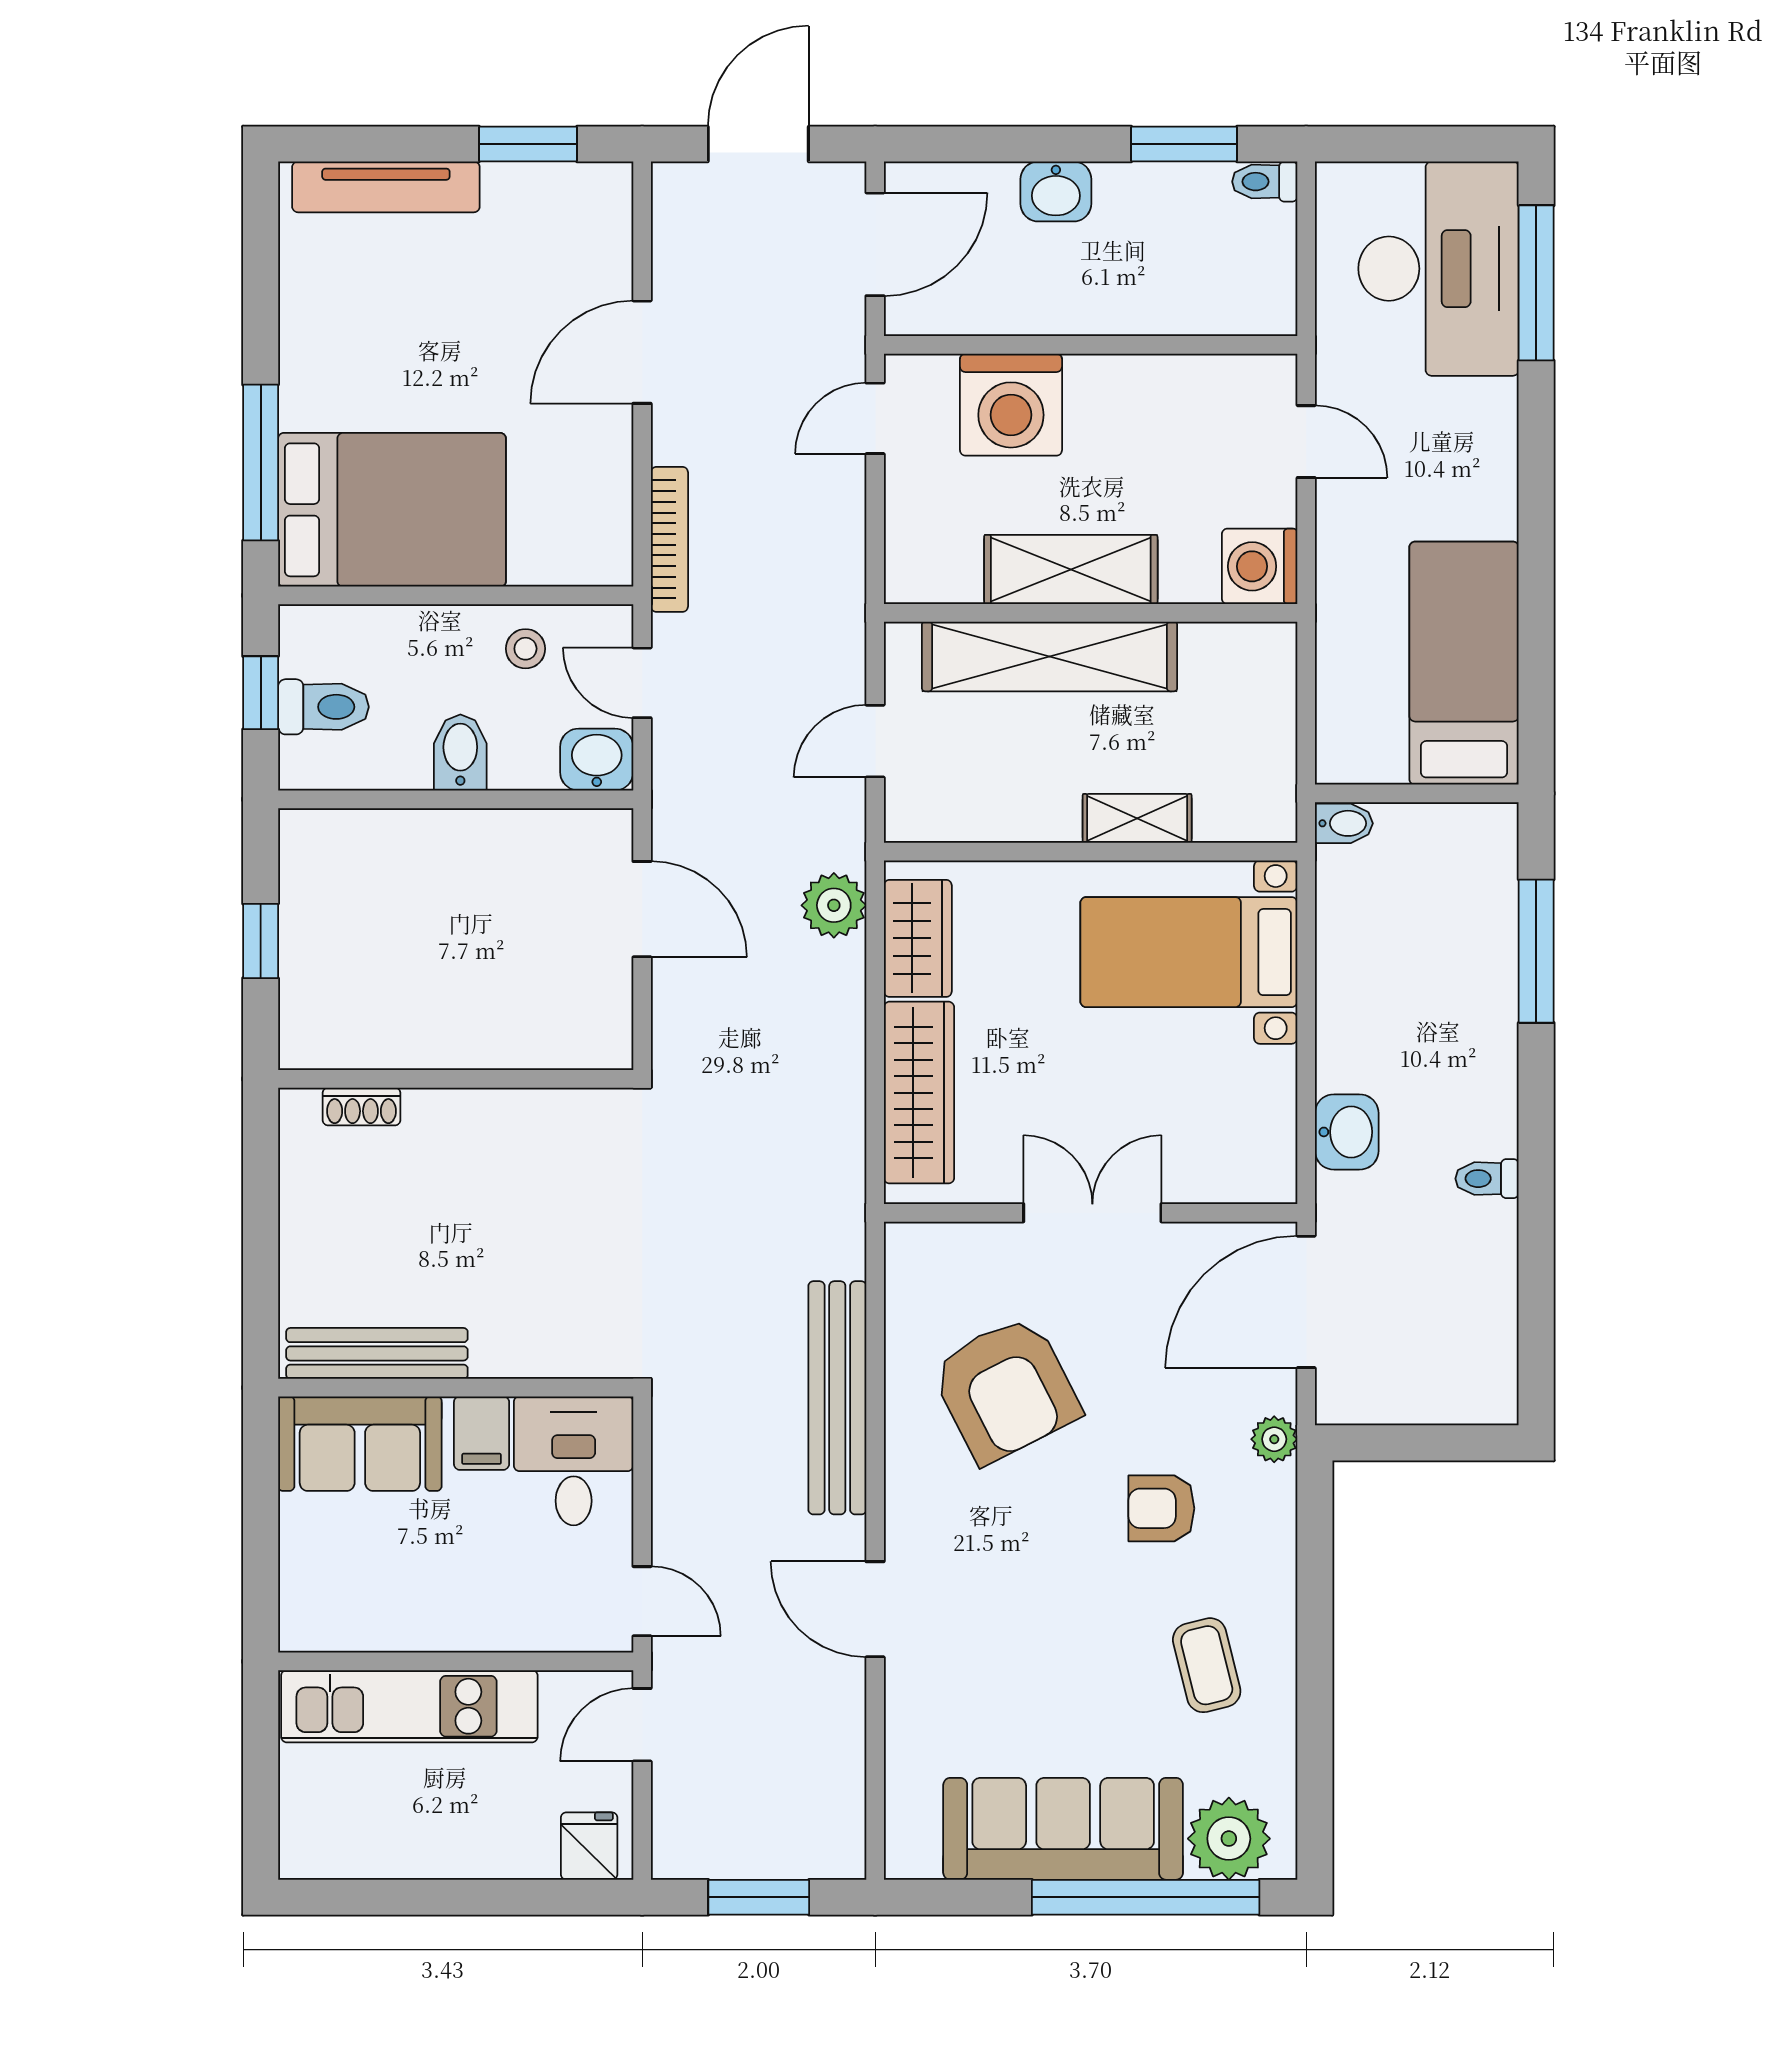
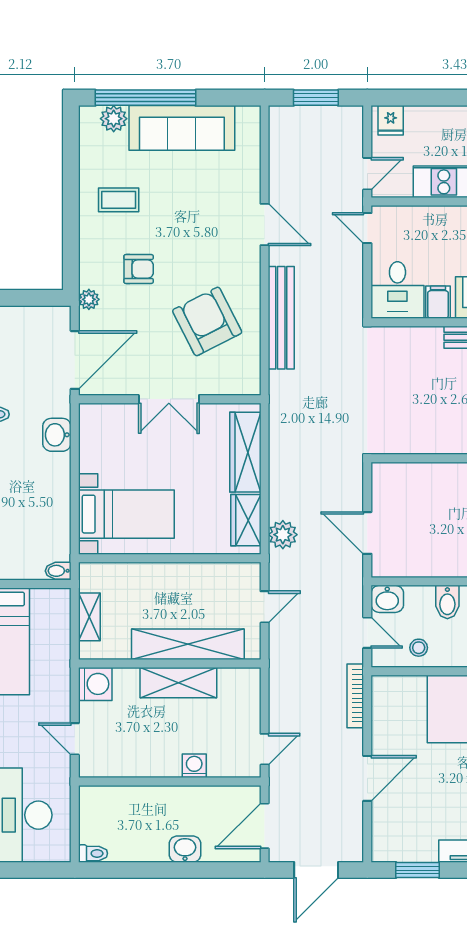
window: (1184, 144) -> (129, 870), removed
washing machine: (1011, 405) -> (194, 766), width x0.53, depth x0.53
shelving: (1137, 818) -> (89, 617), moved, turned 90
coffee table: (1207, 1665) -> (119, 200), turned -76
plant: (1229, 1839) -> (114, 119), width x0.73, depth x0.73

